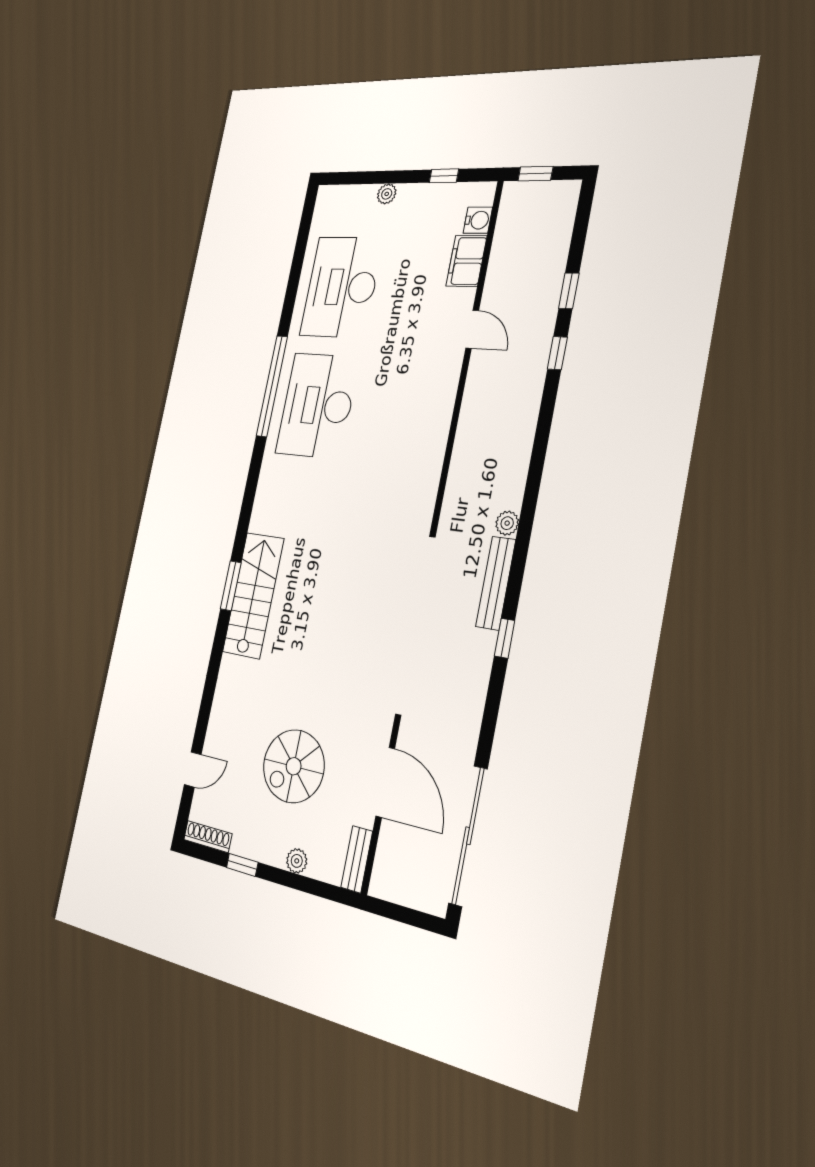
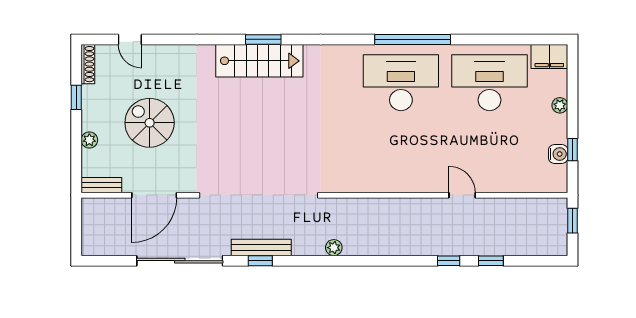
water cooler: (478, 220) -> (558, 154), moved, turned -90
filing cabinet: (466, 261) -> (549, 57), moved, turned 180
door: (472, 329) -> (462, 195), swing flipped
bench: (496, 583) -> (261, 247), moved
sliding door: (468, 836) -> (180, 261), moved

